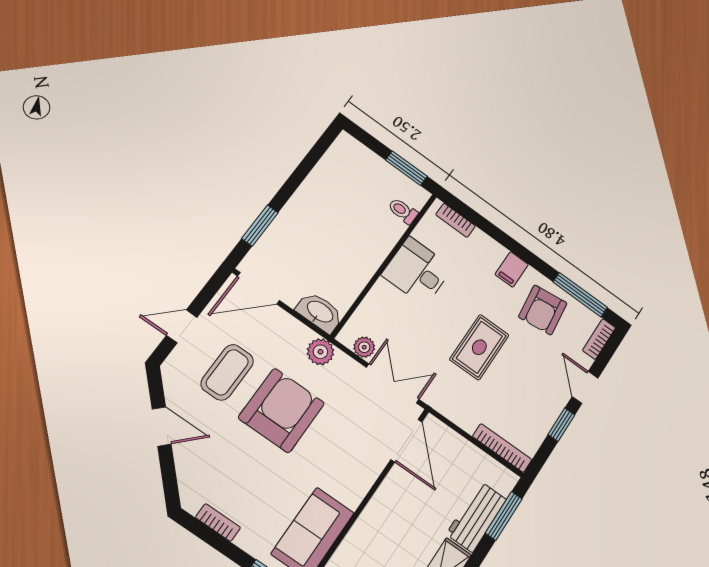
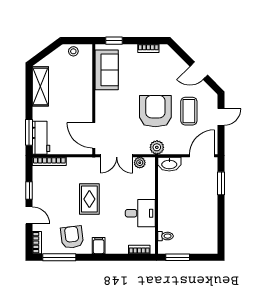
armchair: (282, 410) -> (155, 111), turned 180
workbench: (476, 517) -> (41, 138), moved

